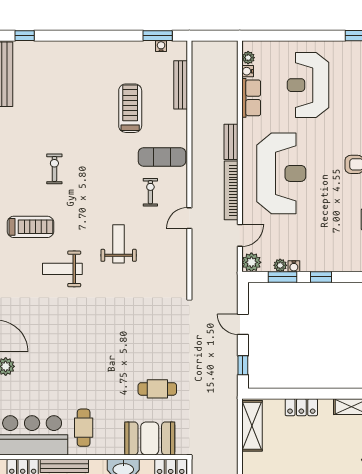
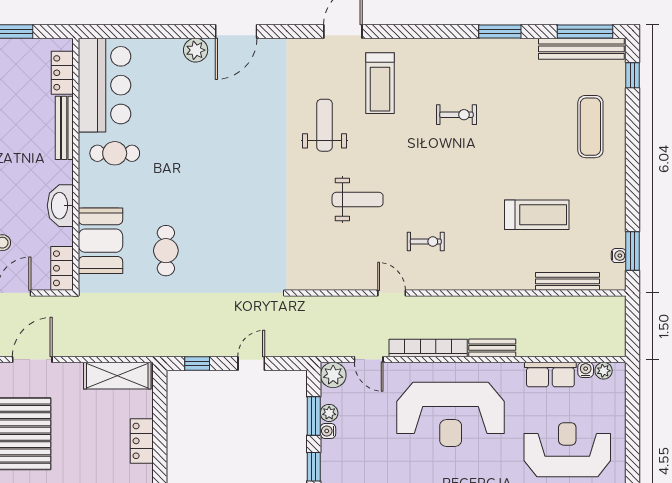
exercise mat: (162, 157) -> (590, 127), moved

